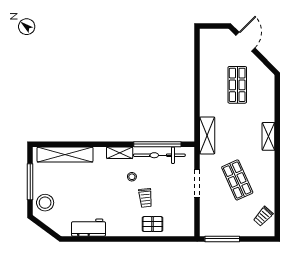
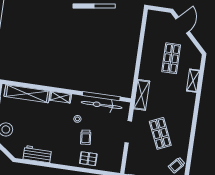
shelving: (268, 136) -> (193, 81), moved
shelving: (120, 153) -> (60, 97), moved

